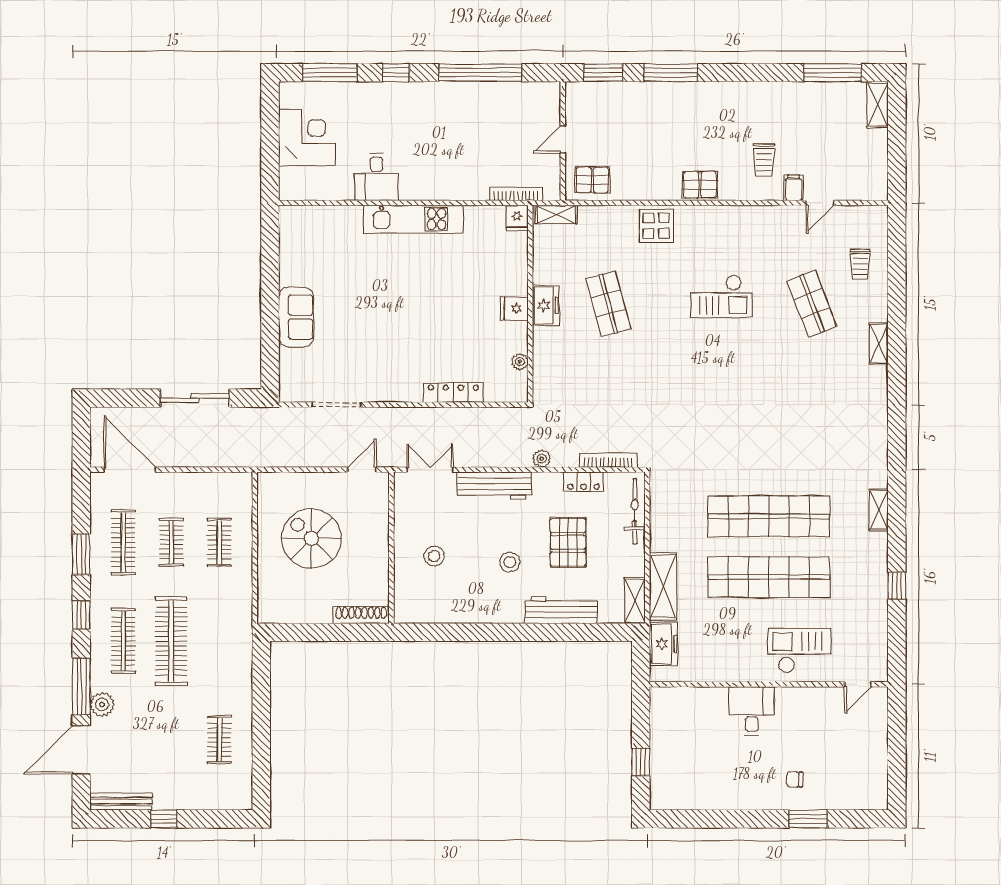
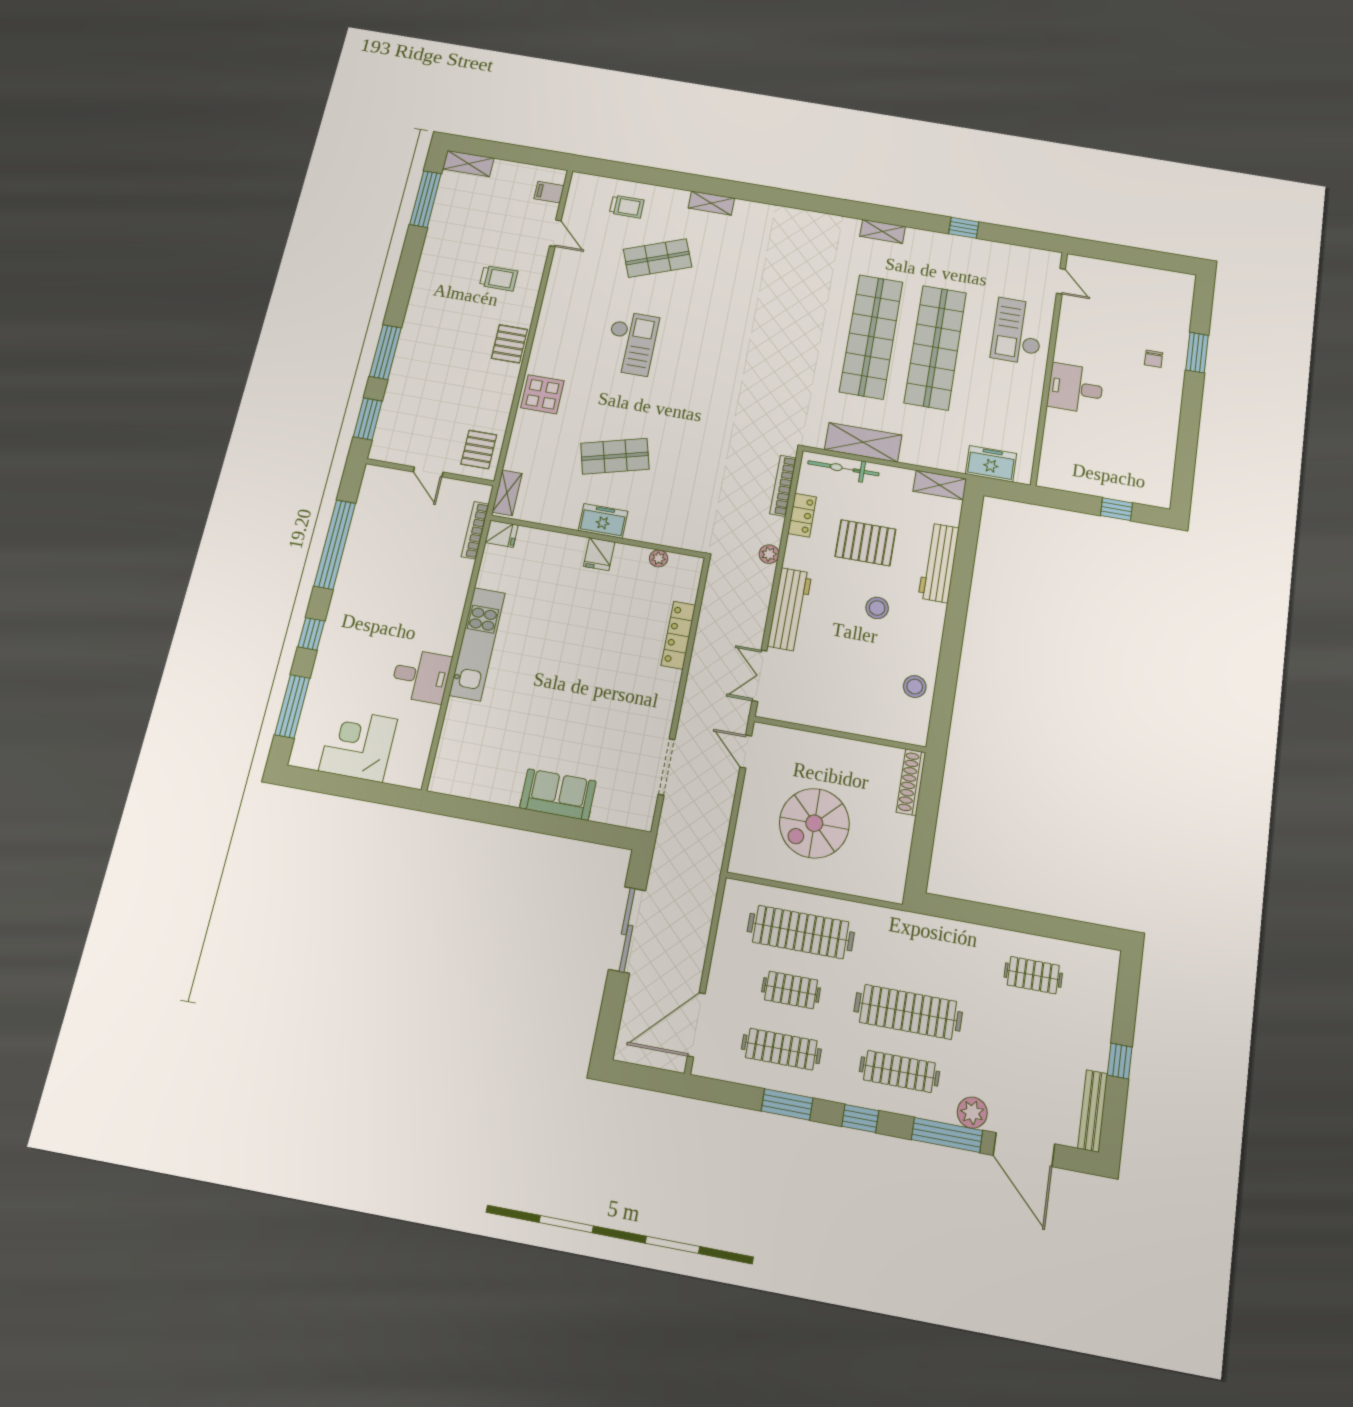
filing cabinet: (793, 188) -> (549, 192), moved
clothes rail: (219, 542) -> (801, 932), width x1.86, depth x1.31
stool: (434, 556) -> (915, 687), moved
shelving: (663, 586) -> (863, 442), moved

